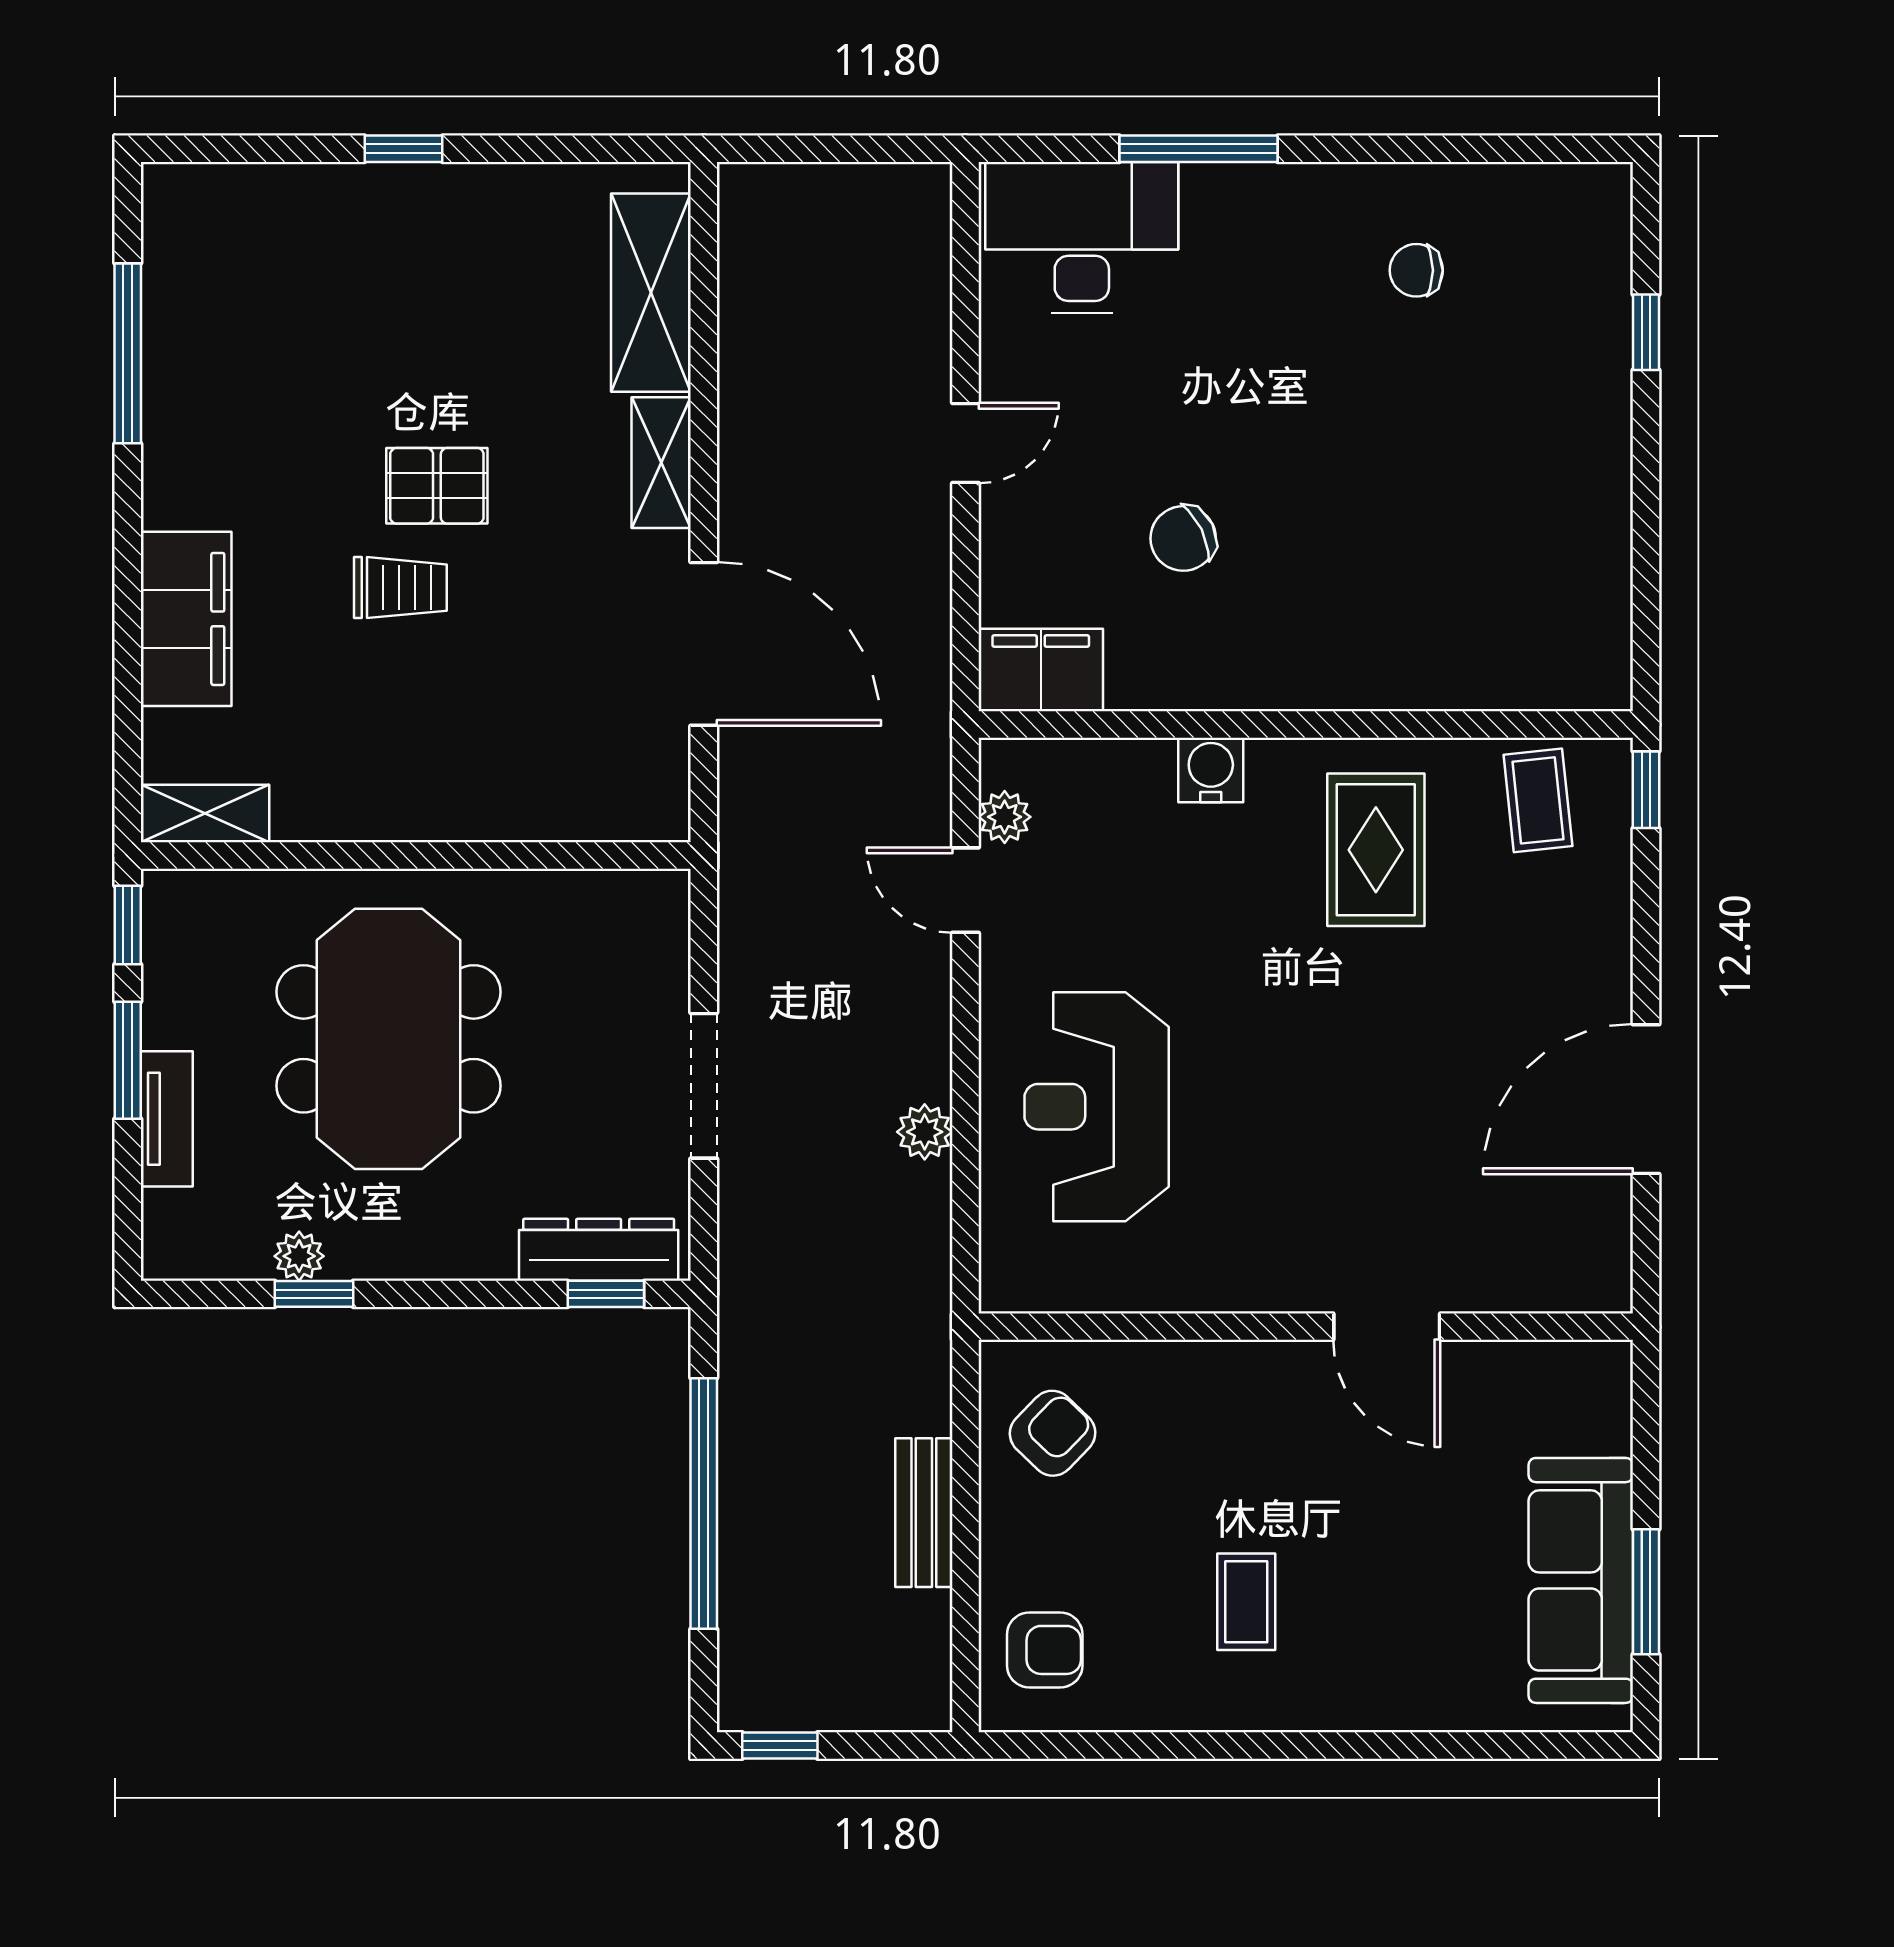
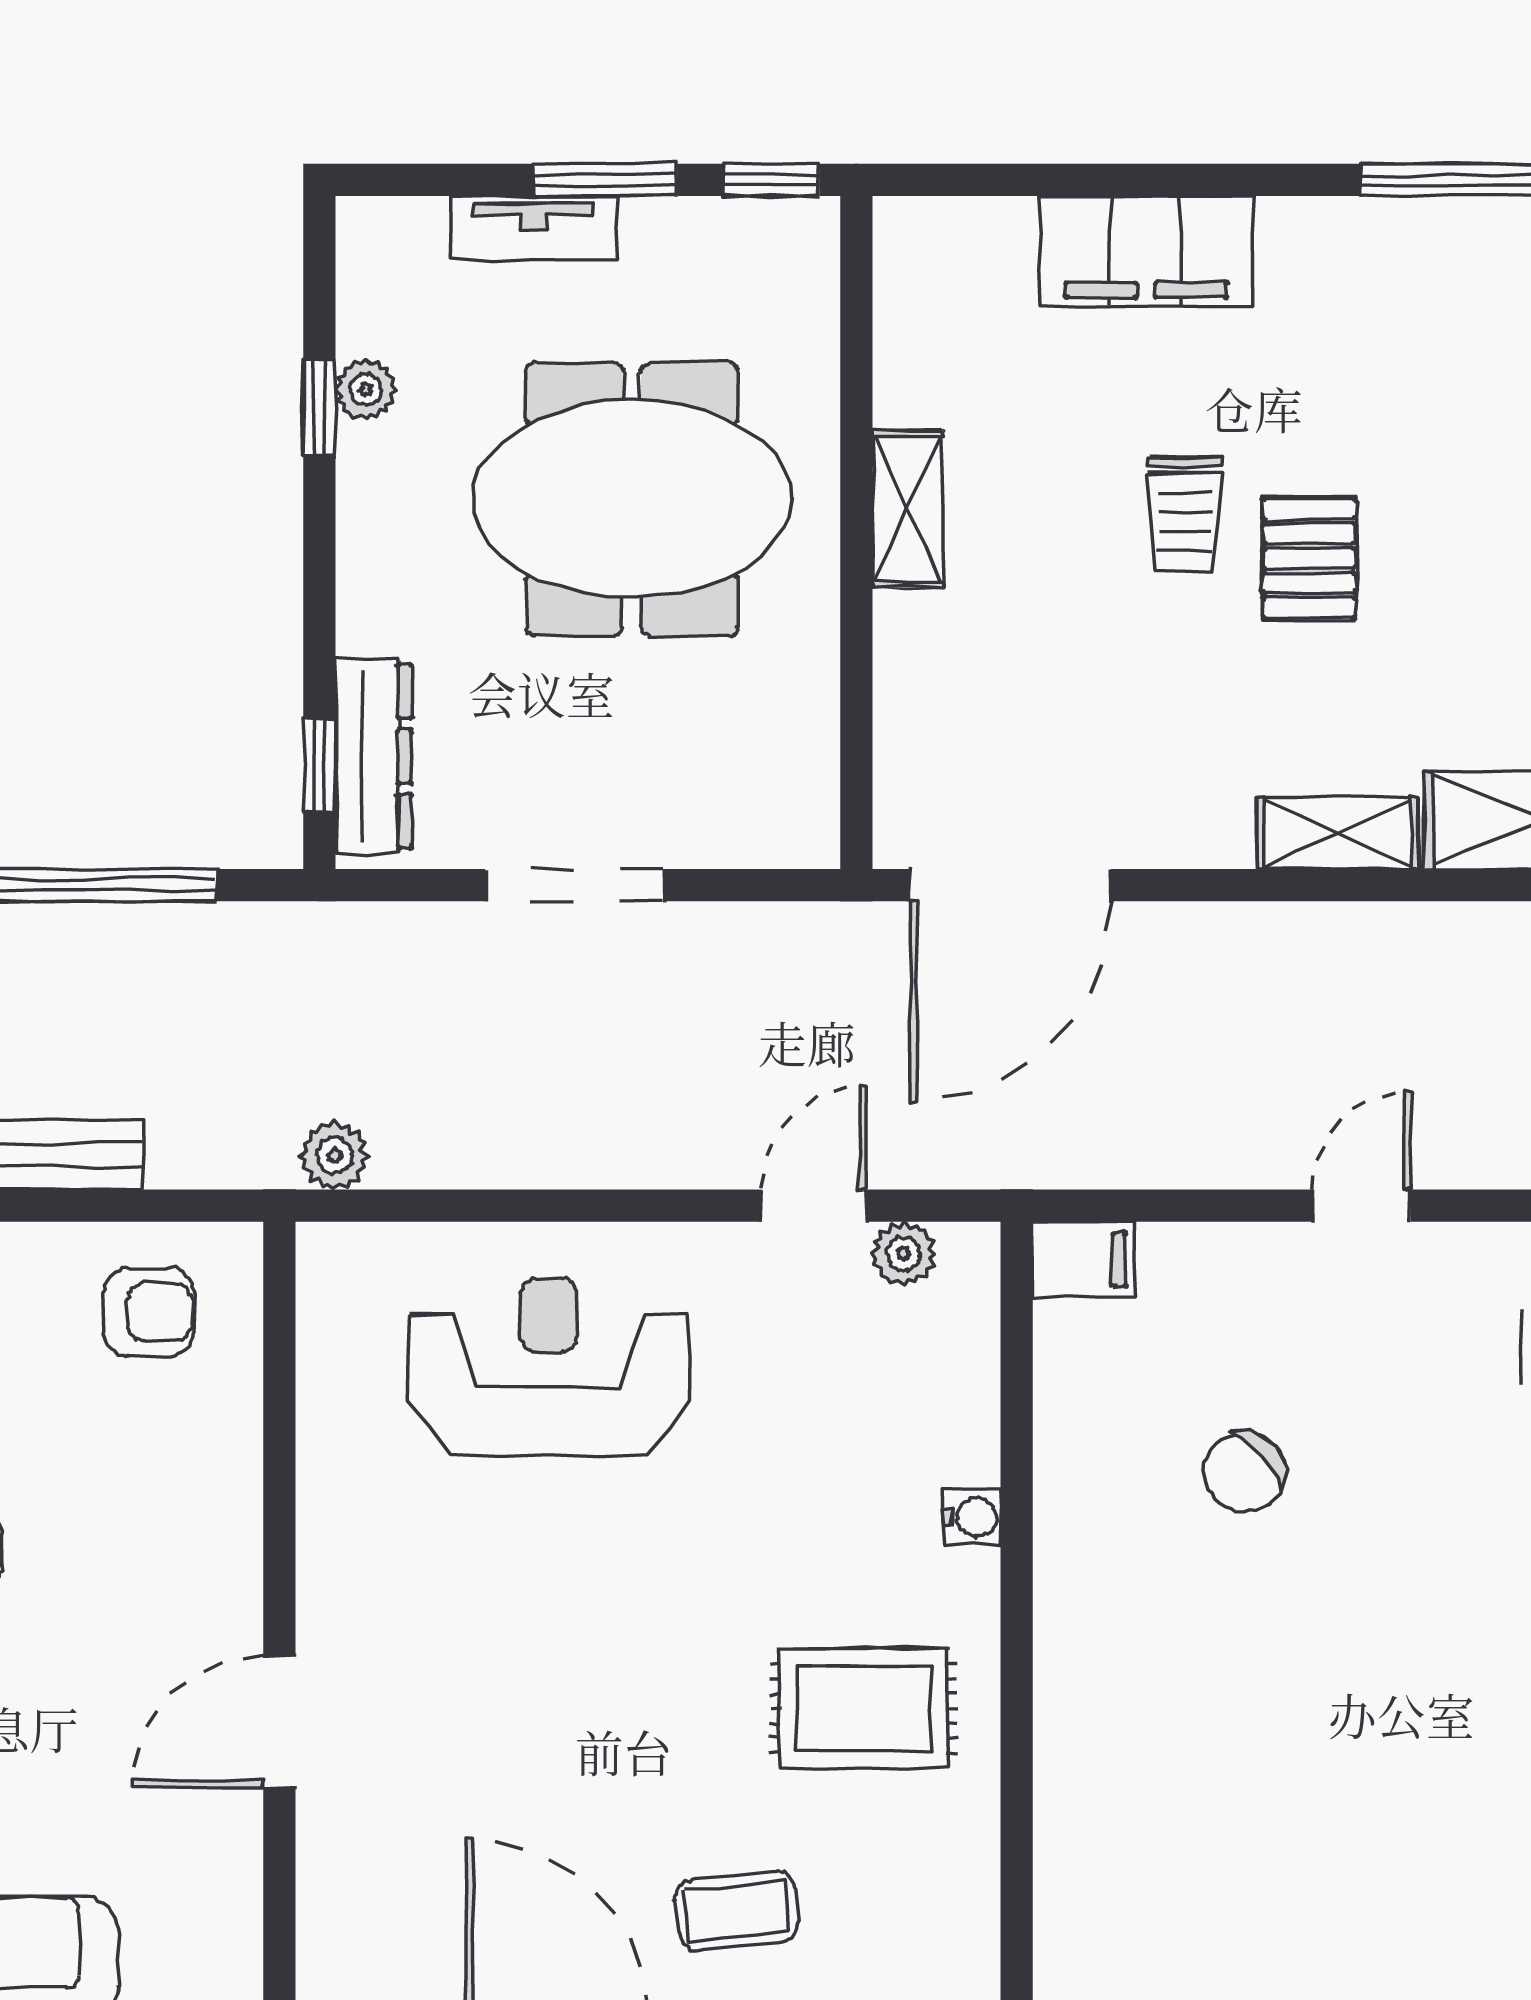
door: (965, 443) -> (1362, 1206), swing flipped
chair: (1183, 538) -> (1245, 1472), turned -106
door: (704, 644) -> (1011, 885), moved
filing cabinet: (1041, 670) -> (1084, 1260), width x0.50
water cooler: (1211, 770) -> (972, 1517), width x0.72, depth x0.72
coffee table: (1538, 800) -> (737, 1911), moved
shelving: (205, 813) -> (908, 509), moved
plant: (925, 1132) -> (335, 1156), moved
armchair: (1053, 1433) -> (149, 1312), turned -44

